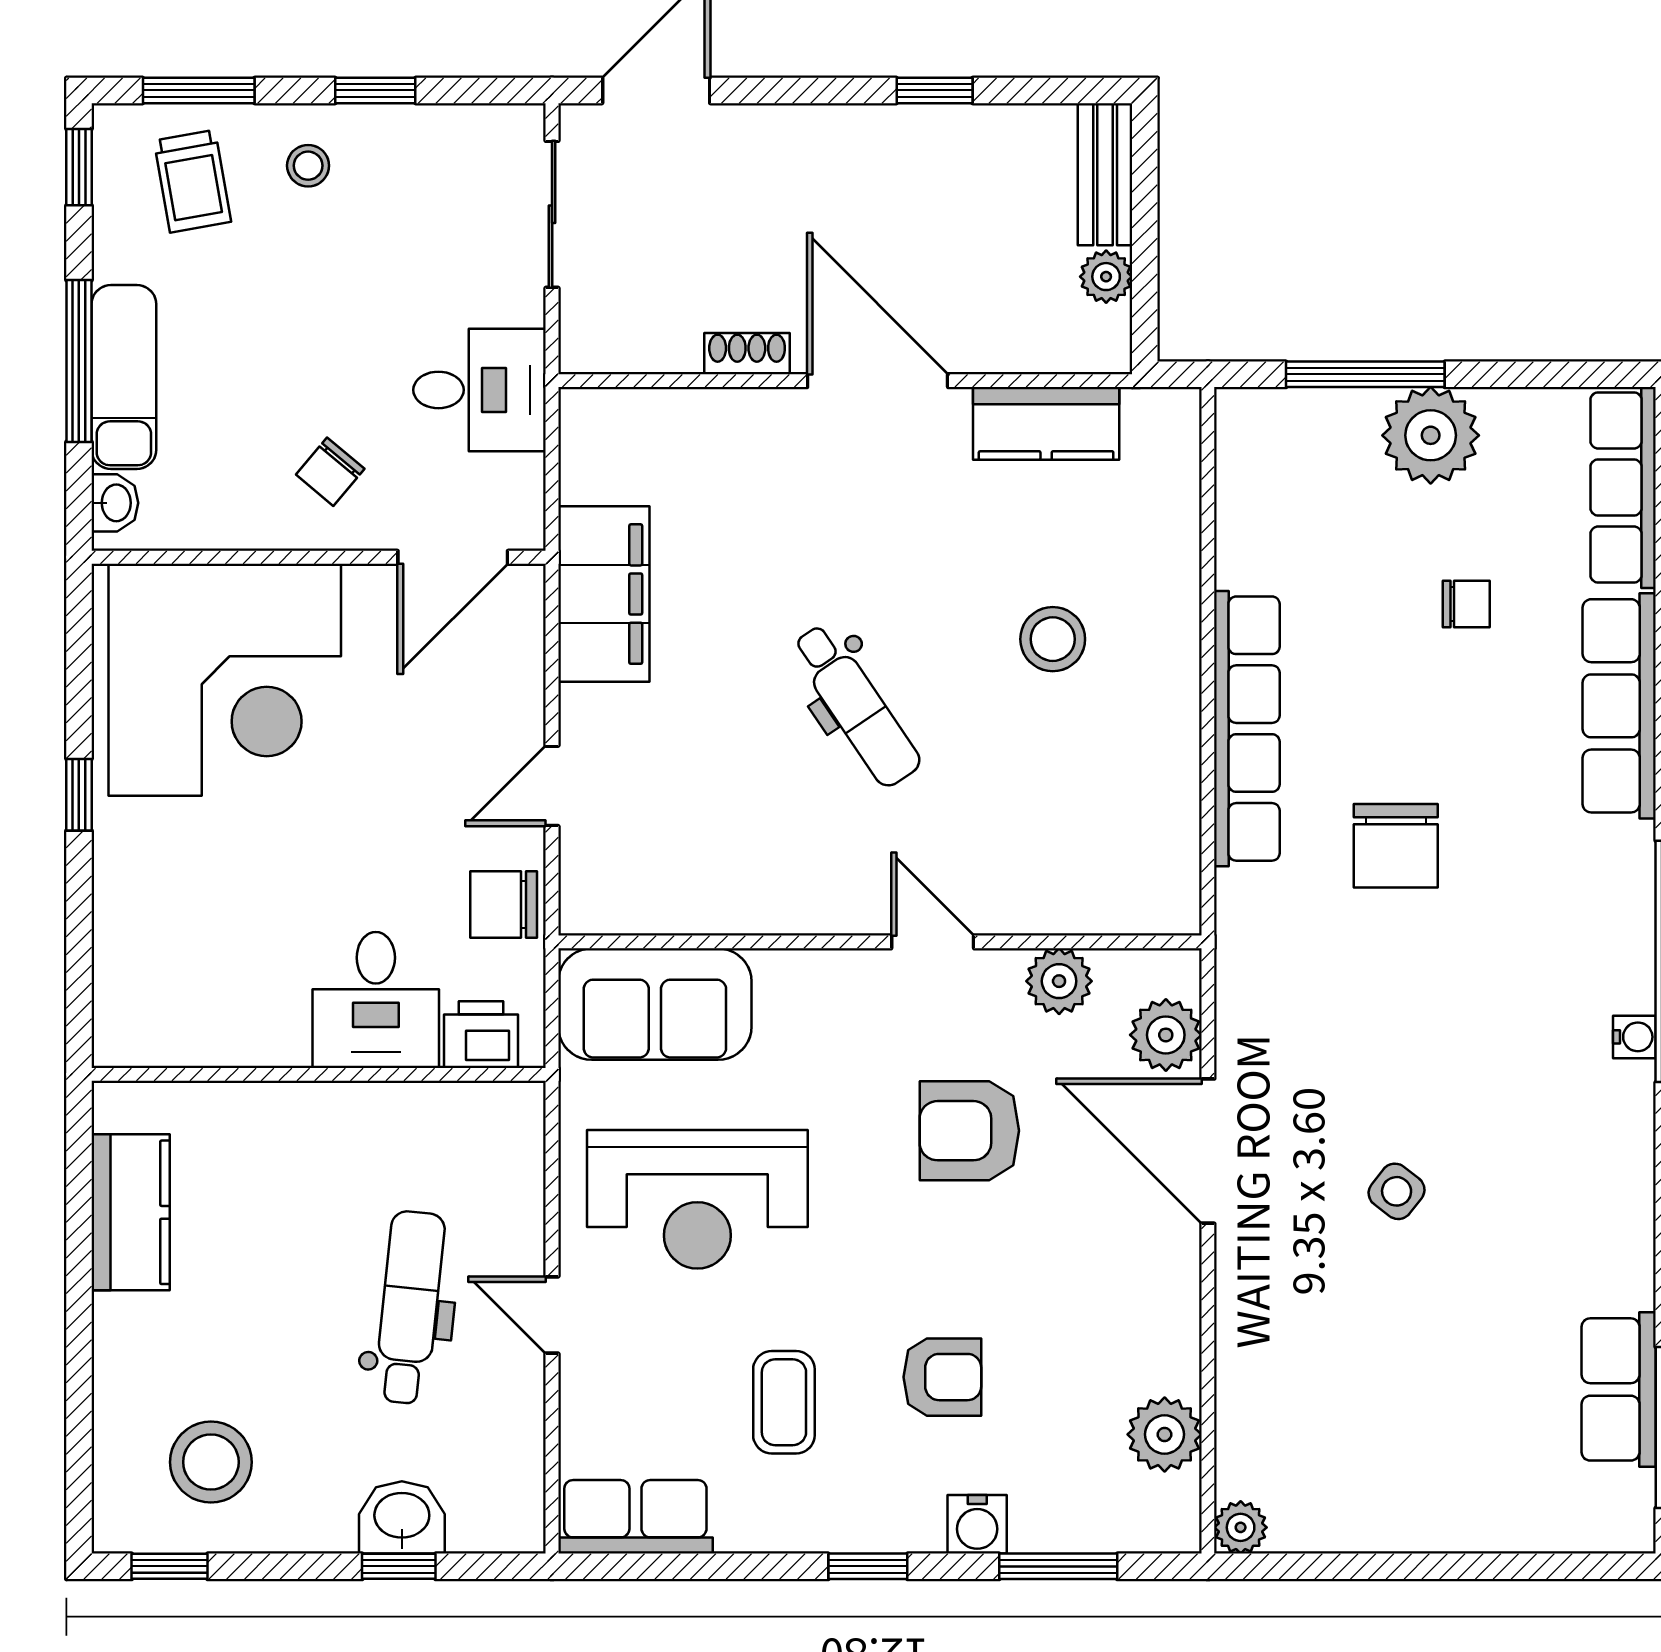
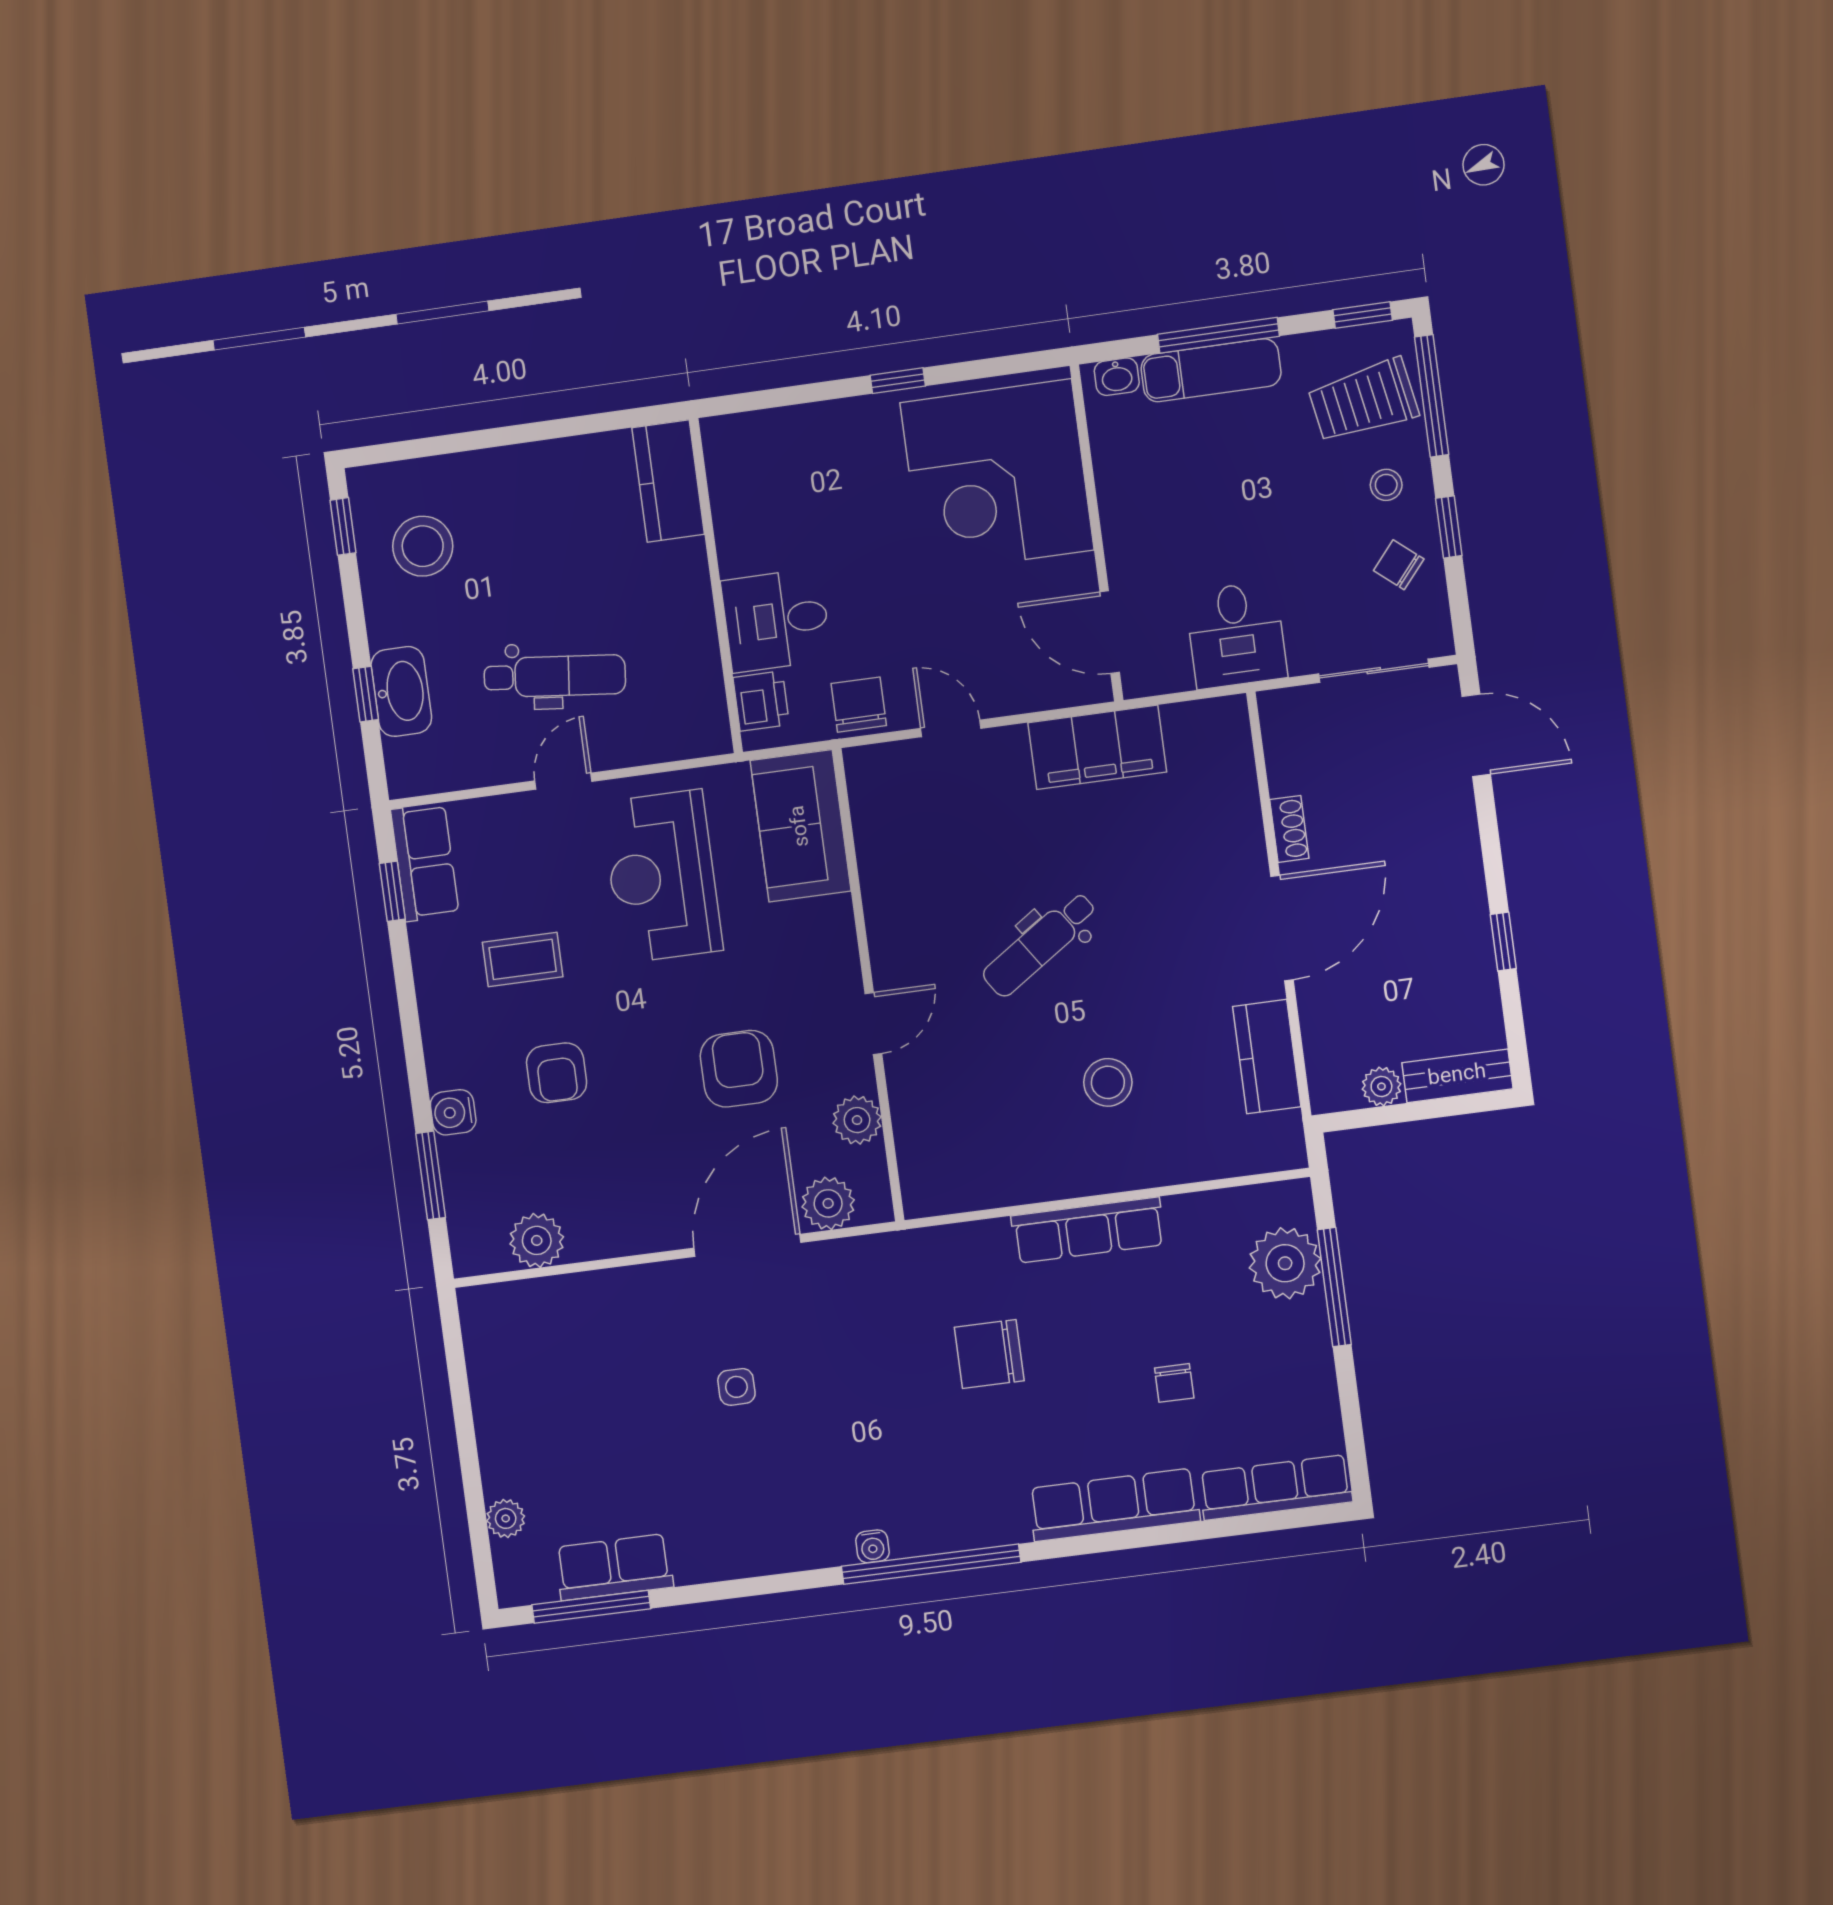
window: (199, 90) -> (1432, 396), width x1.44
trolley: (192, 181) -> (1363, 401), width x1.36, depth x1.39
plant: (1431, 435) -> (1285, 1263), moved
chair: (330, 472) -> (1399, 565), moved
row of seats: (1247, 729) -> (1088, 1230), width x0.73
side table: (1397, 1191) -> (736, 1387), turned -38
kitchen counter: (131, 1212) -> (668, 481), moved, turned 90
washbasin: (402, 1517) -> (401, 691), width x1.38
plant: (1241, 1527) -> (506, 1518), moved
window: (868, 1566) -> (392, 891), moved

